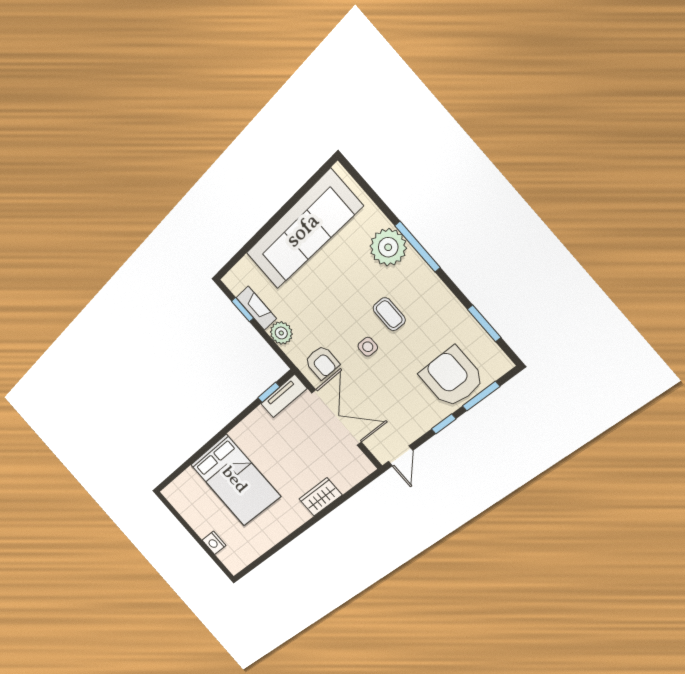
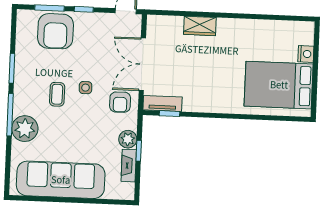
window: (242, 310) -> (139, 151), moved
window: (484, 323) -> (12, 68), moved
armchair: (322, 362) -> (120, 102), turned 180
bed: (235, 480) -> (279, 85), moved, turned -90

